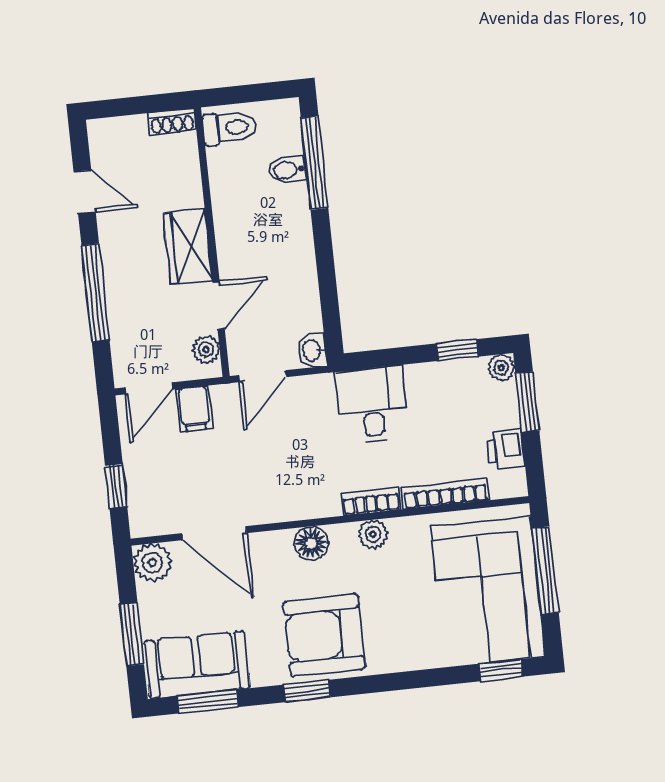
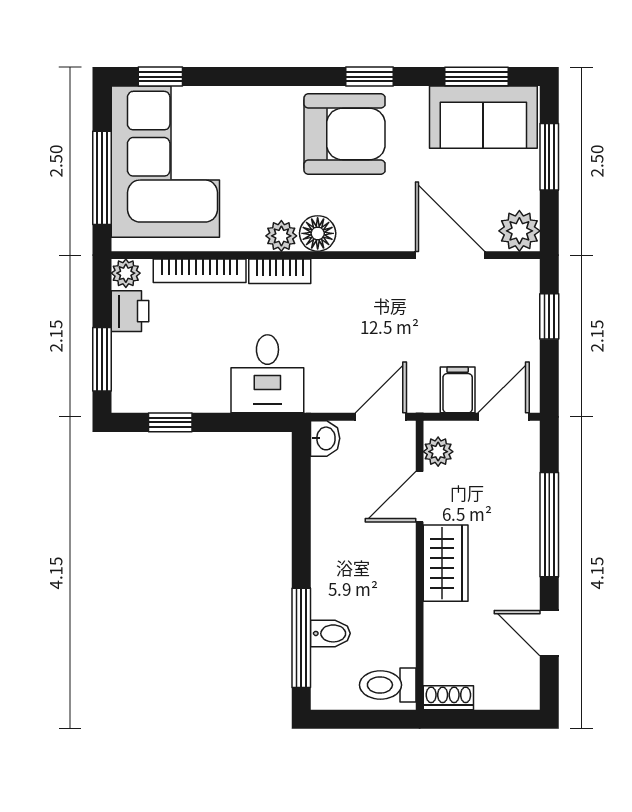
plant: (501, 368) -> (126, 273), moved
floor lamp: (311, 543) -> (318, 233), moved

